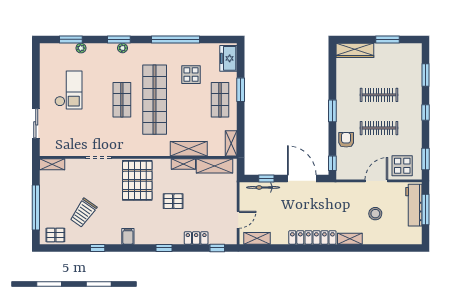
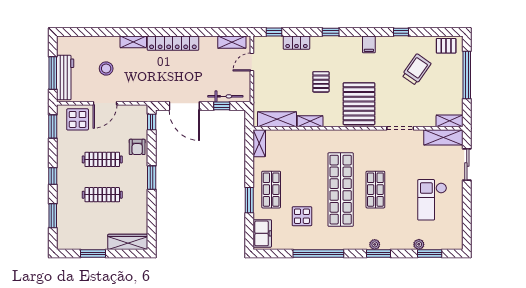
shelving: (189, 149) -> (443, 137), moved
pallet: (173, 201) -> (321, 82), turned 90

